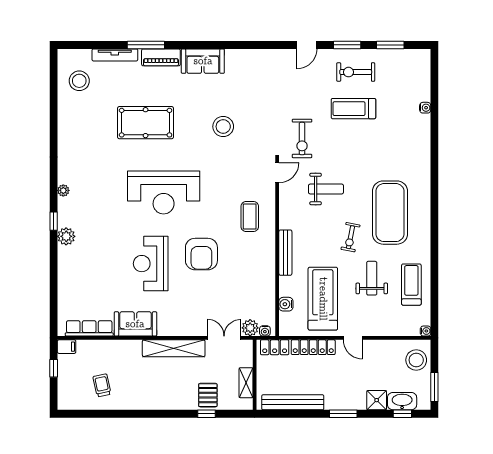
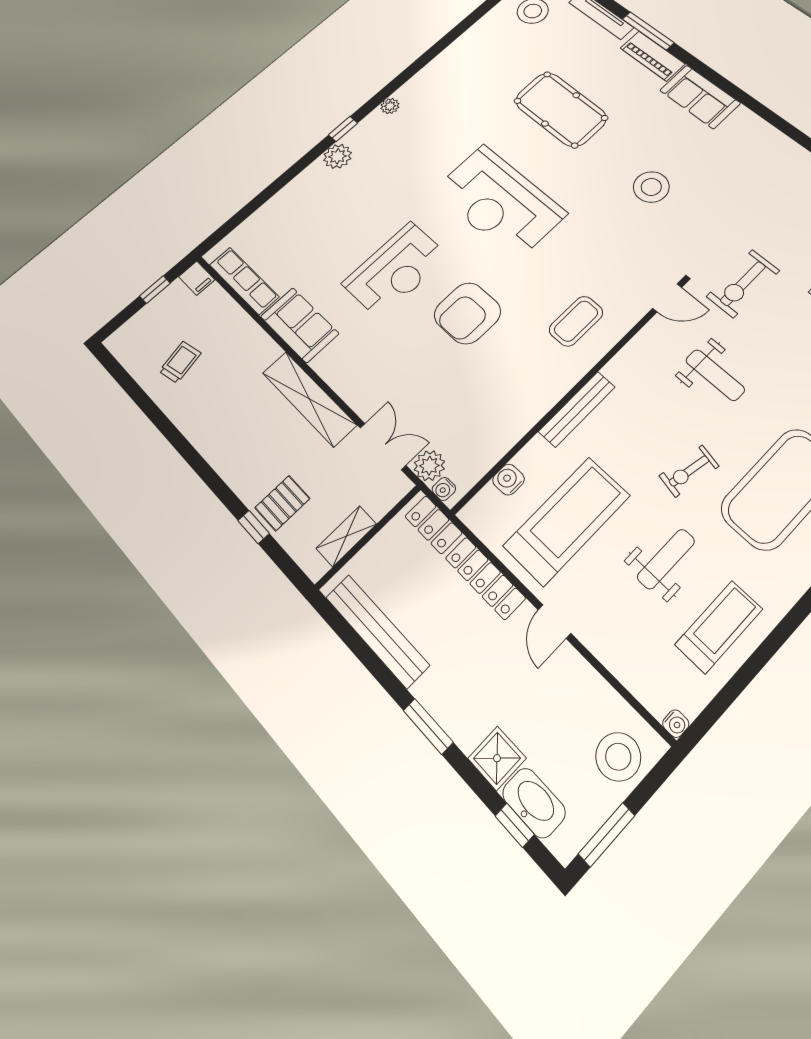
reception desk: (151, 264) -> (395, 270), turned 180

